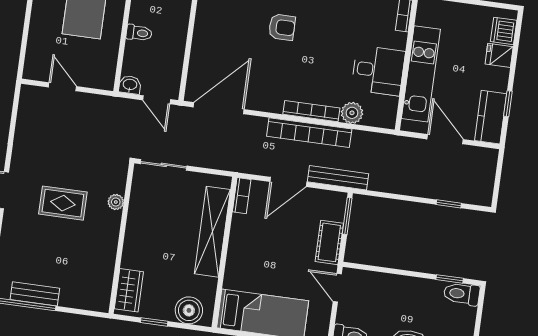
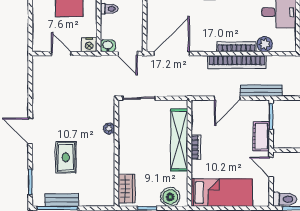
nightstand: (104, 80) -> (89, 45), added
bookcase: (242, 196) -> (196, 147), moved
rug: (63, 203) -> (66, 157), moved, turned 90

